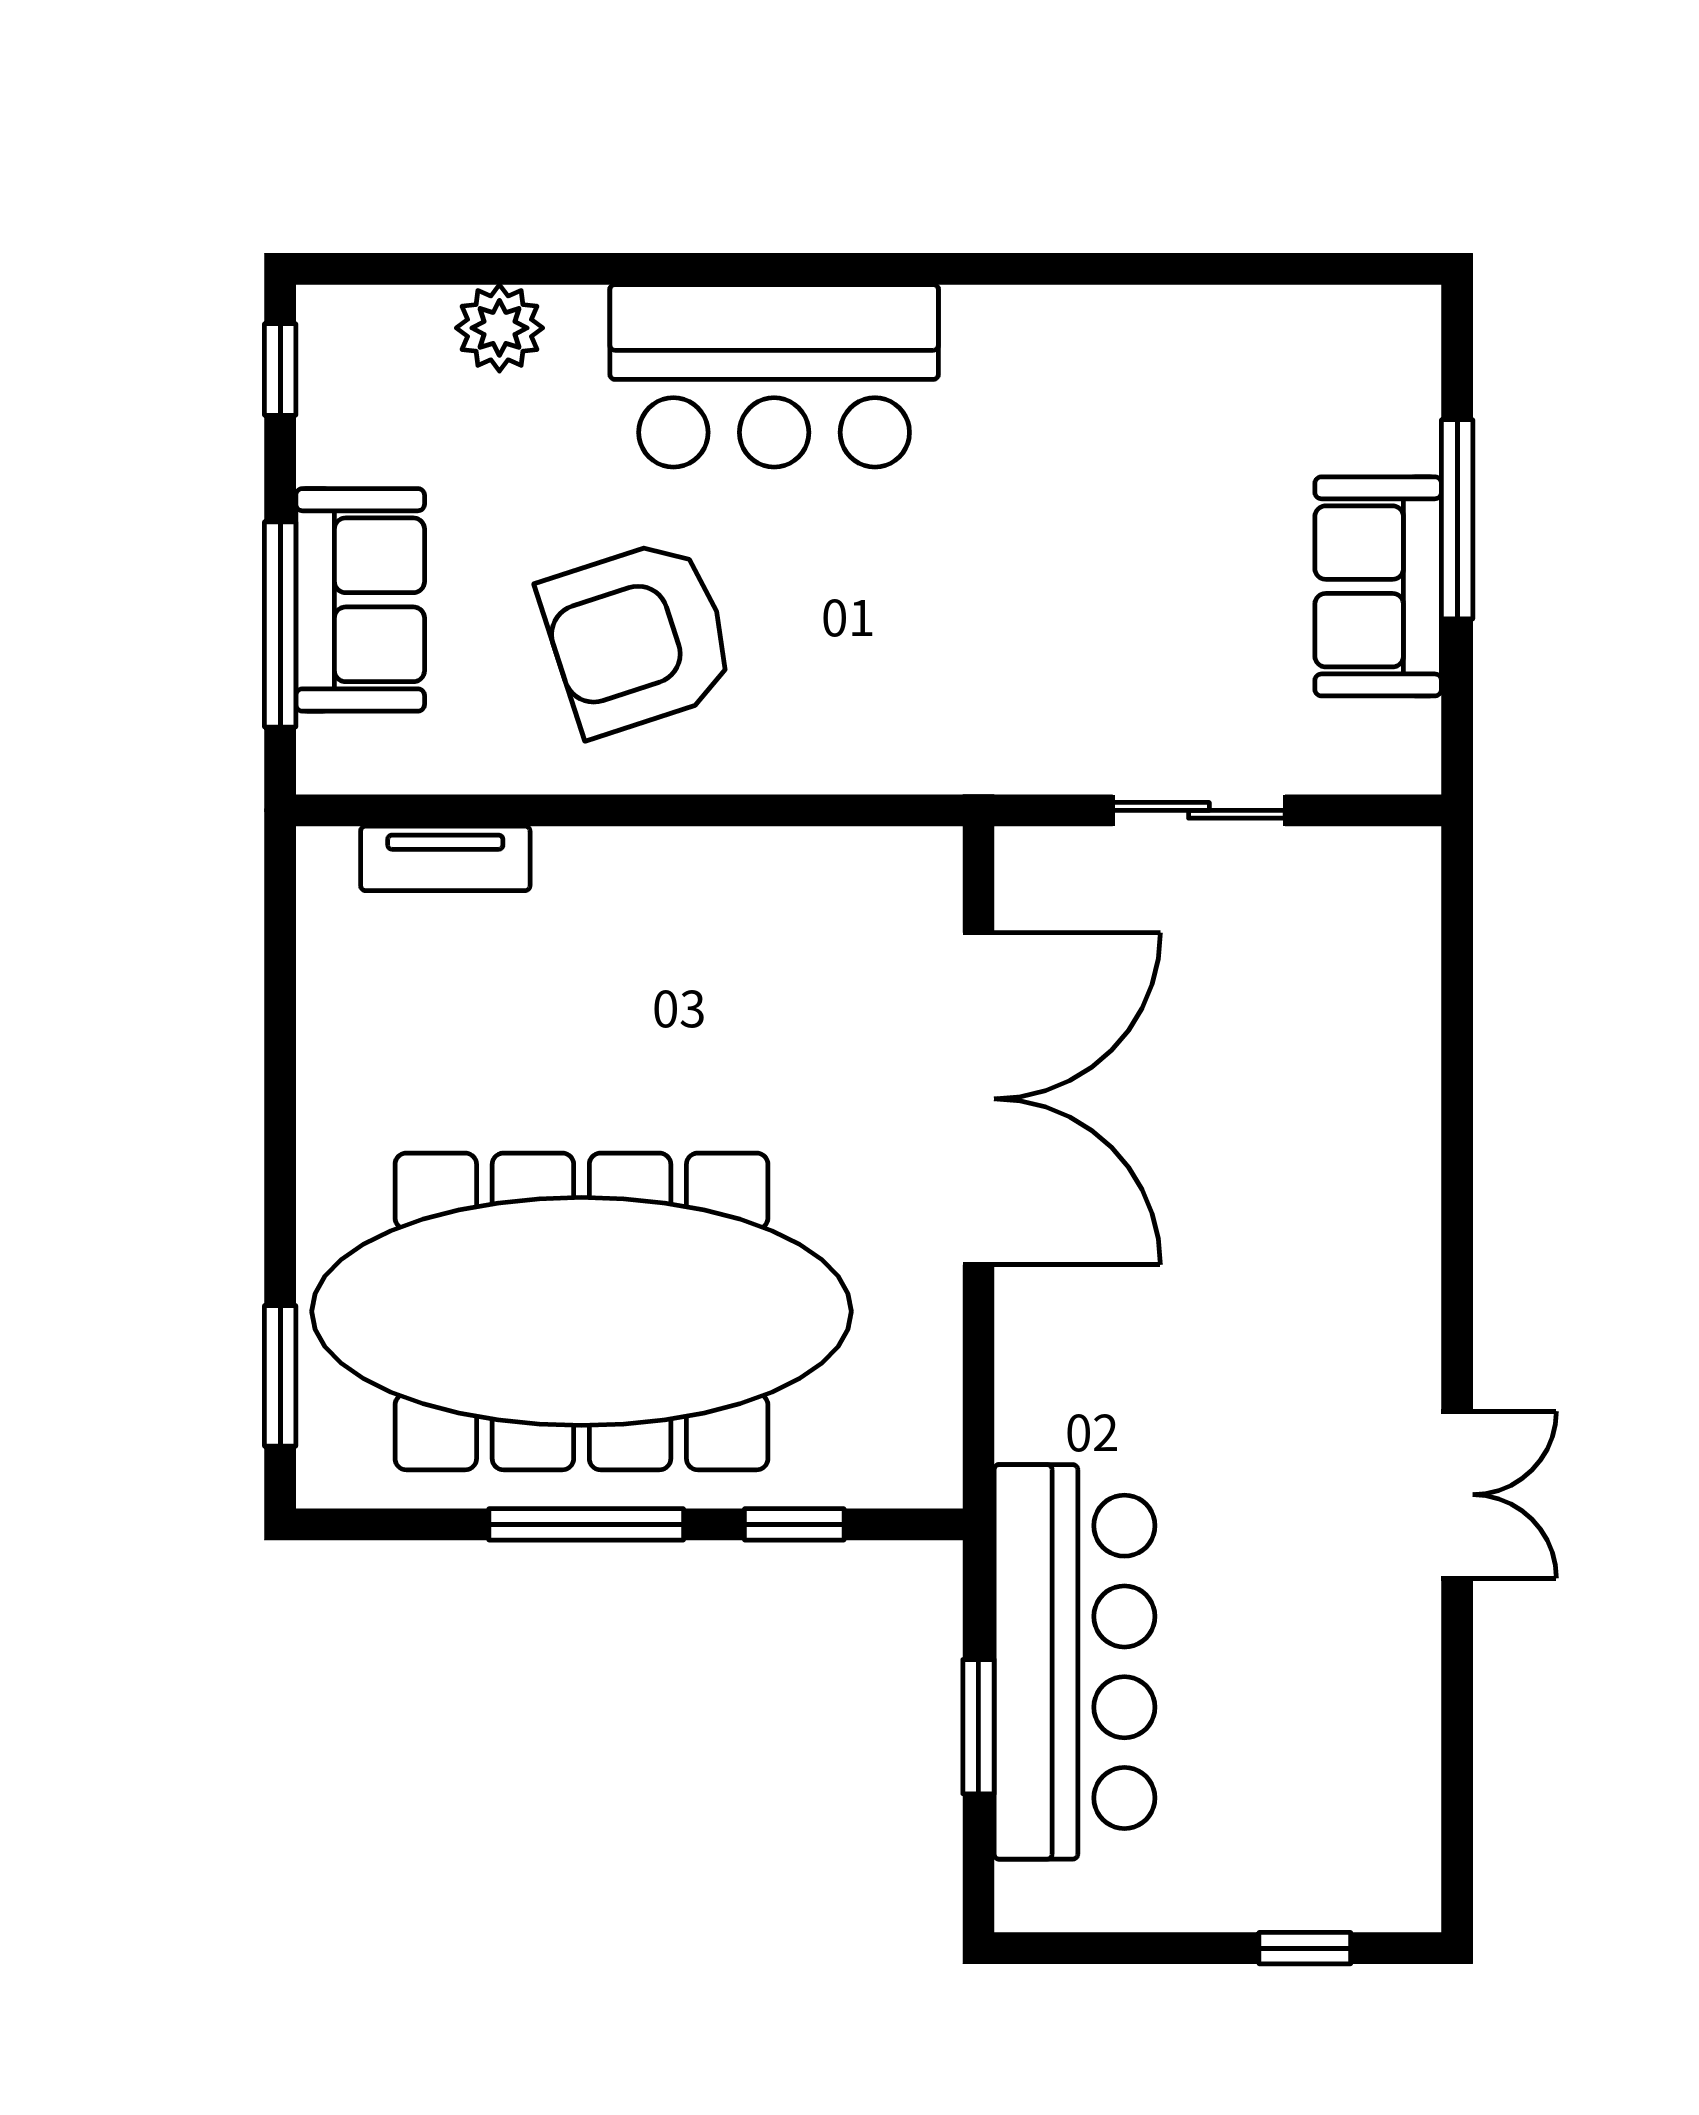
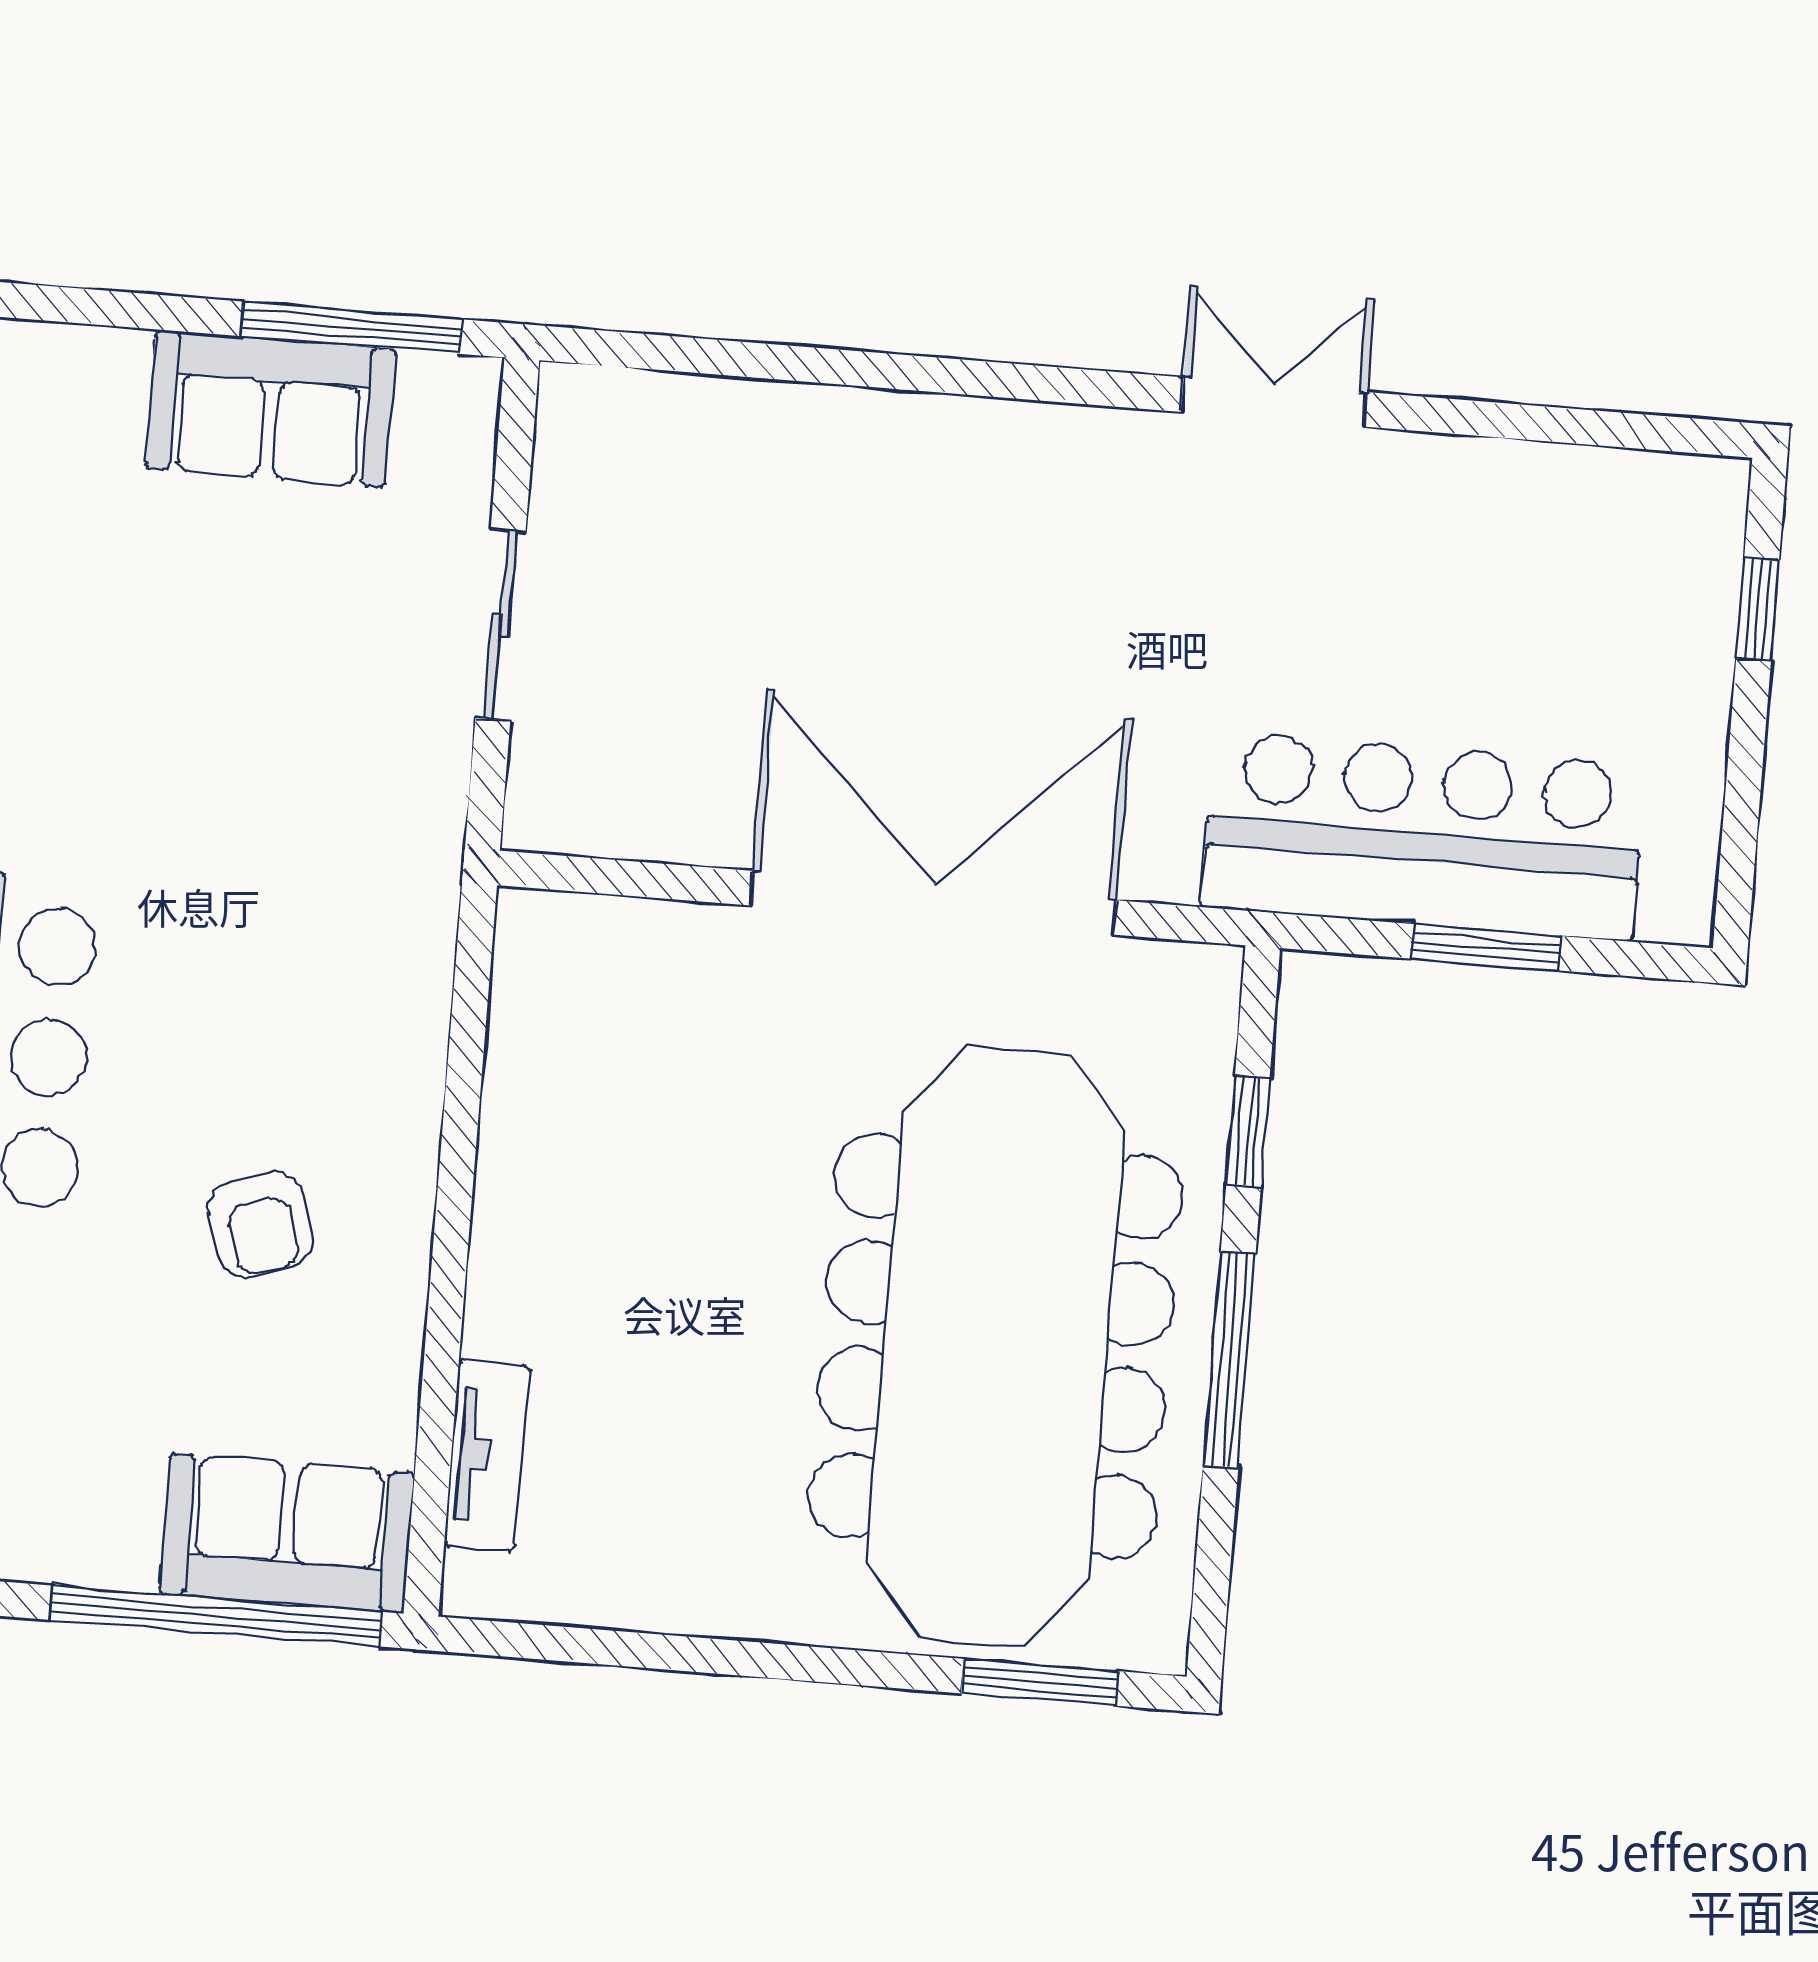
window: (1457, 519) -> (351, 328), moved
sofa: (360, 600) -> (287, 1533), moved
window: (280, 624) -> (216, 1616), width x1.46
armchair: (638, 637) -> (261, 1225), width x0.53, depth x0.53
double door: (978, 1099) -> (933, 903), moved

